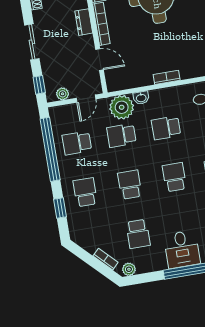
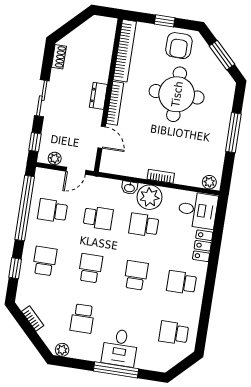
plant: (122, 107) -> (150, 197), moved
school desk: (121, 135) -> (98, 218), turned 180
bookcase: (106, 259) -> (33, 318), moved

